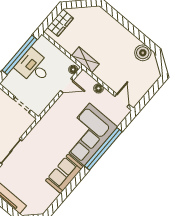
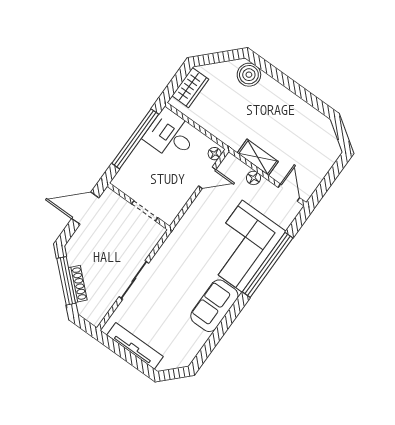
boiler: (143, 53) -> (249, 75), moved
shelving: (85, 60) -> (258, 157), moved
desk: (34, 67) -> (171, 135), moved

